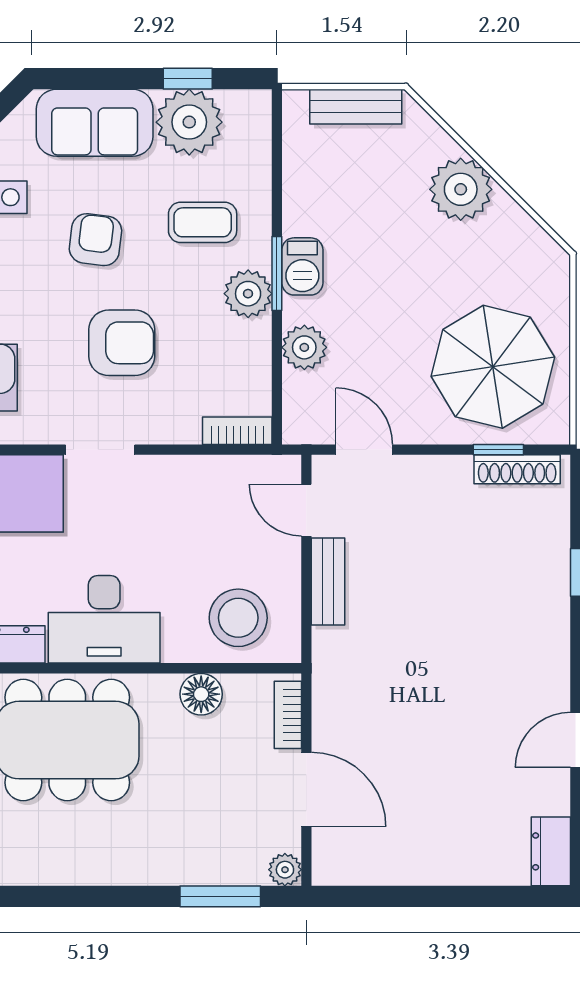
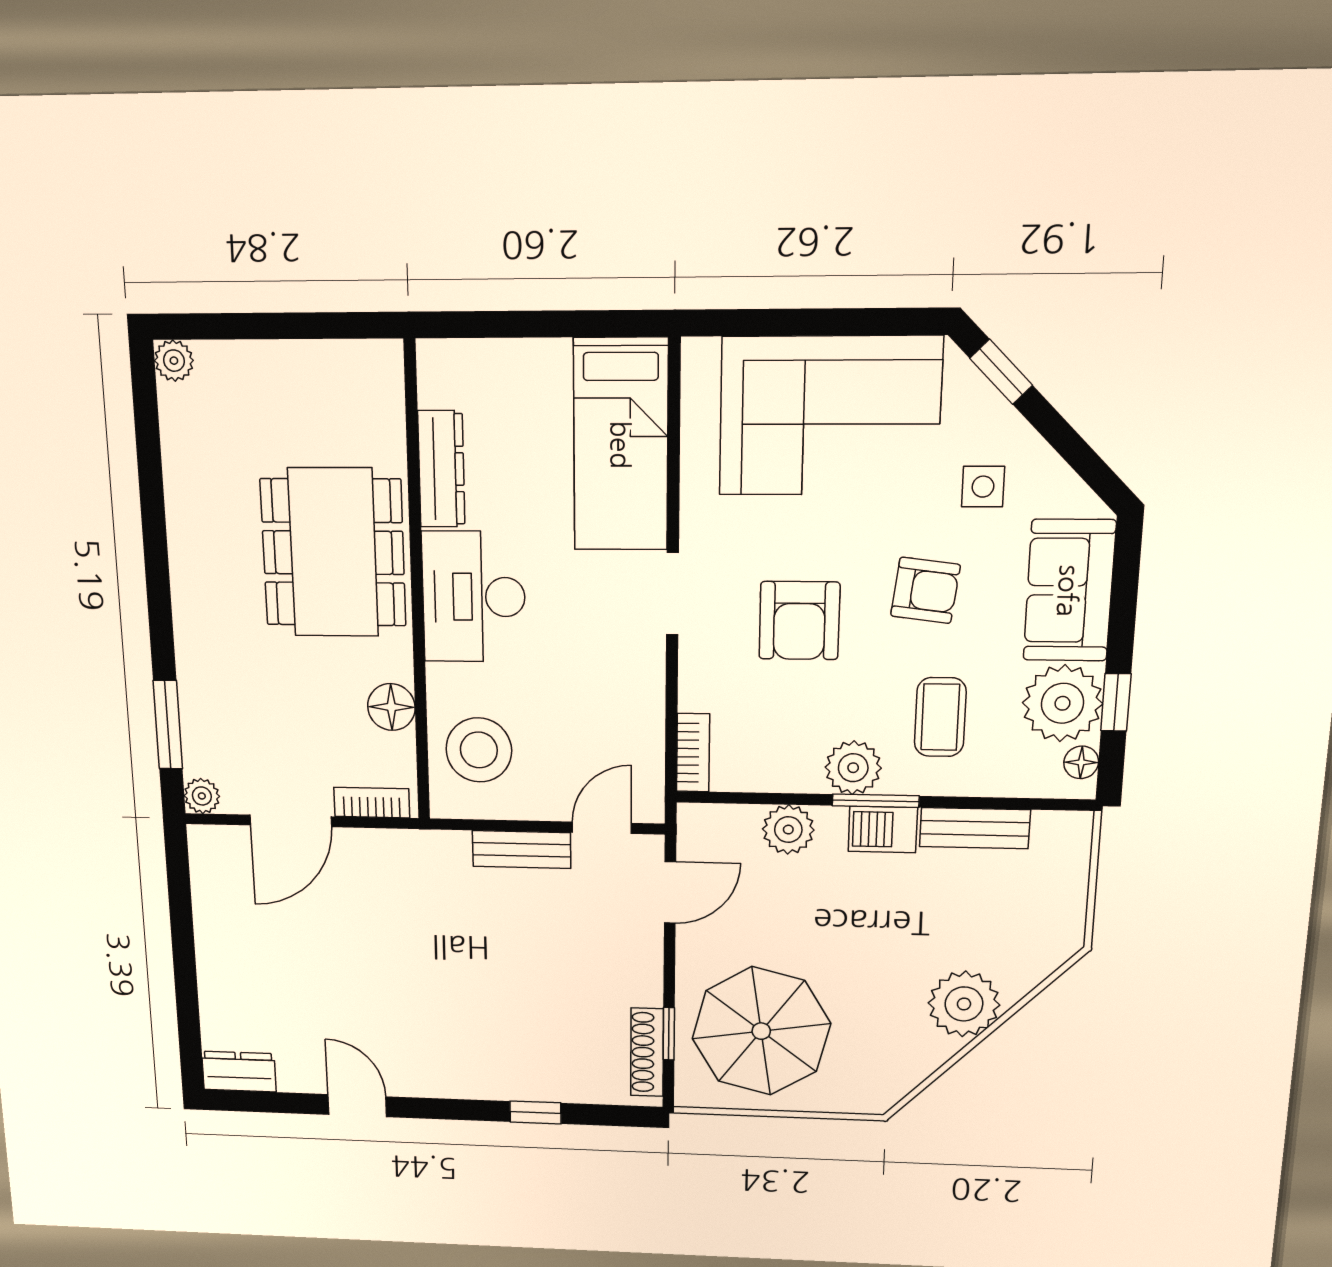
floor lamp: (240, 103) -> (1081, 762), added
bench: (356, 107) -> (975, 828), moved, turned 90

